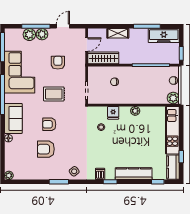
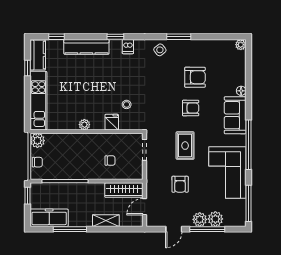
rug: (54, 94) -> (185, 146), turned 90

